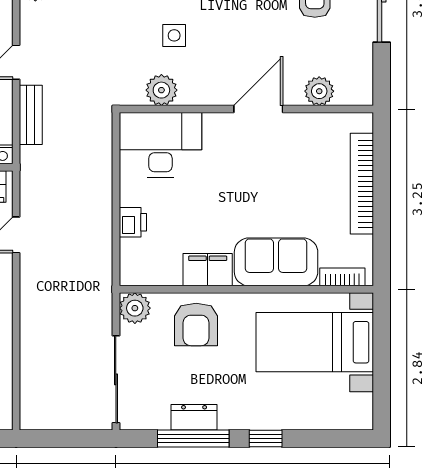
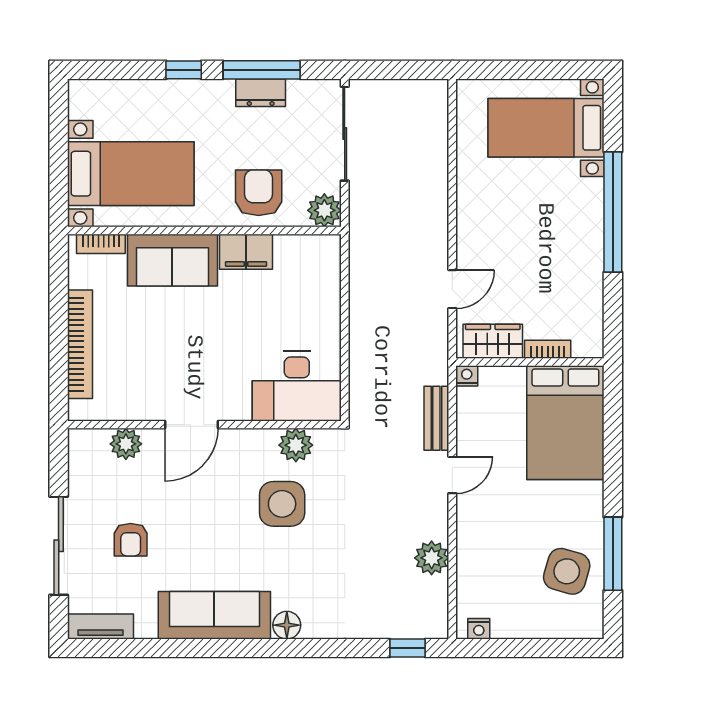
side table: (174, 35) -> (282, 504), width x1.87, depth x1.87
printer: (133, 222) -> (327, 303), removed

